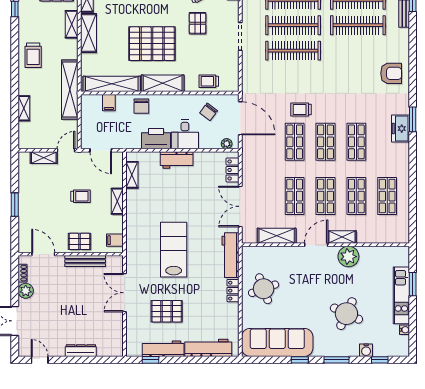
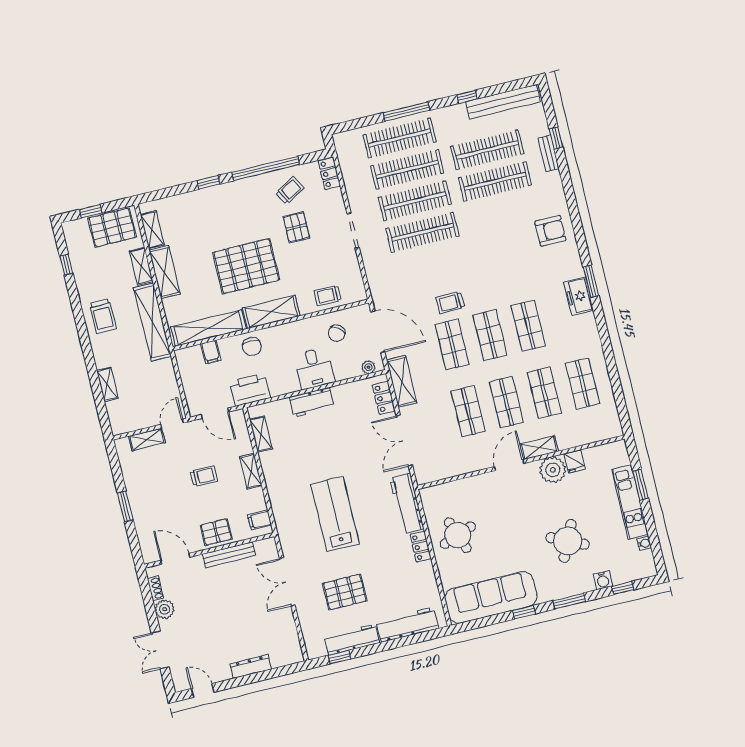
shelving: (70, 90) -> (152, 322), moved
printer: (156, 139) -> (250, 390), moved
shelving: (277, 236) -> (402, 381), moved, turned 90
fridge: (367, 254) -> (574, 461), added

